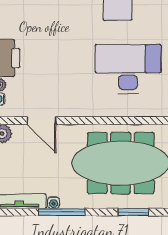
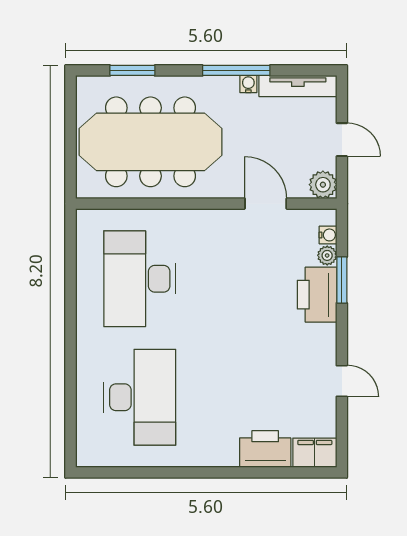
desk: (128, 69) -> (140, 279), turned 90

